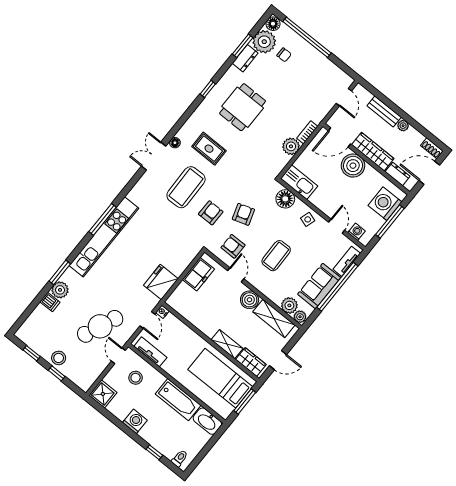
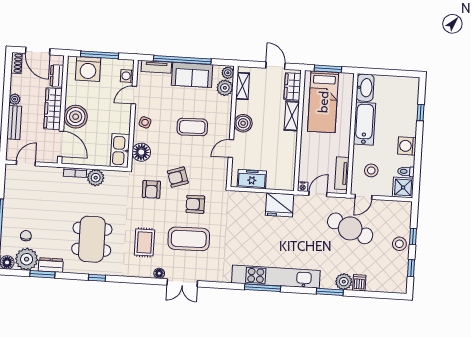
dining table: (243, 107) -> (92, 239), width x1.37
armchair: (233, 246) -> (151, 189), moved
shelving: (274, 318) -> (243, 86), width x0.67, depth x0.75
toilet: (180, 458) -> (406, 171), moved

